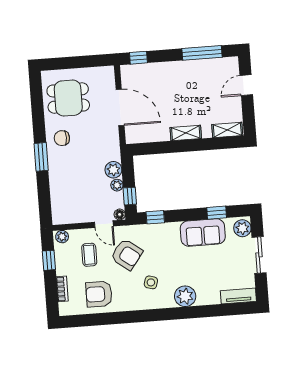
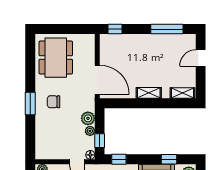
dining table: (68, 98) -> (56, 58), width x1.38
door: (120, 107) -> (97, 80), moved
chair: (62, 138) -> (54, 102), moved

